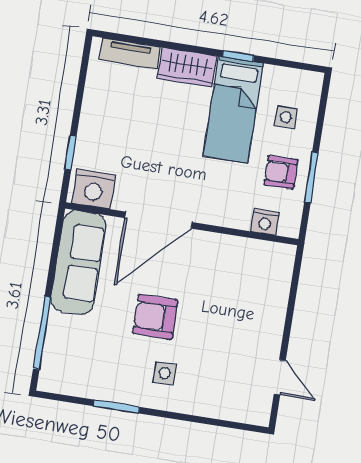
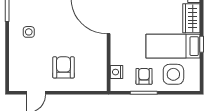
side table: (286, 117) -> (173, 74), width x1.87, depth x1.87
armchair: (155, 317) -> (63, 67), moved

